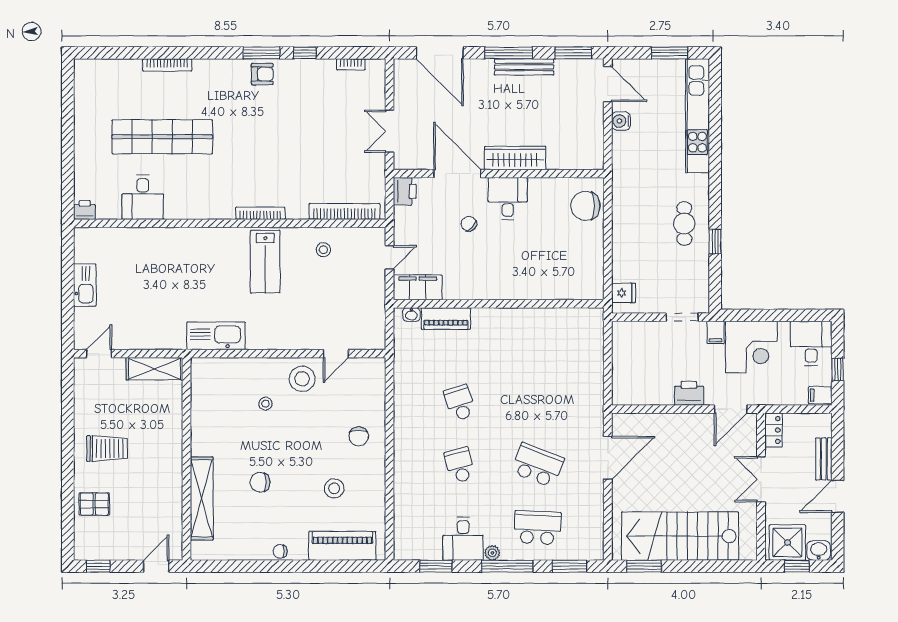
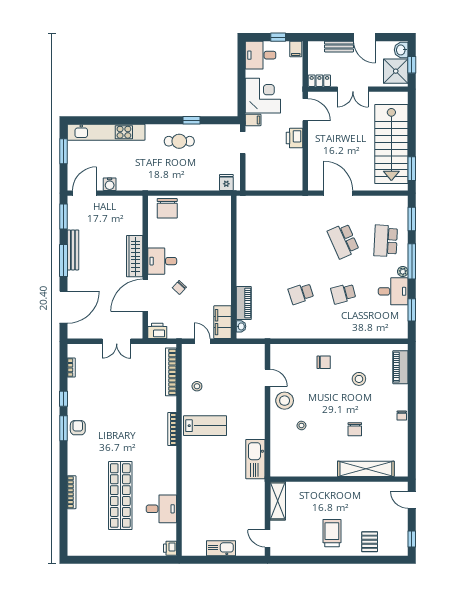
school desk: (537, 465) -> (343, 241), turned -45
piano: (342, 546) -> (400, 367), width x0.73, depth x0.75

